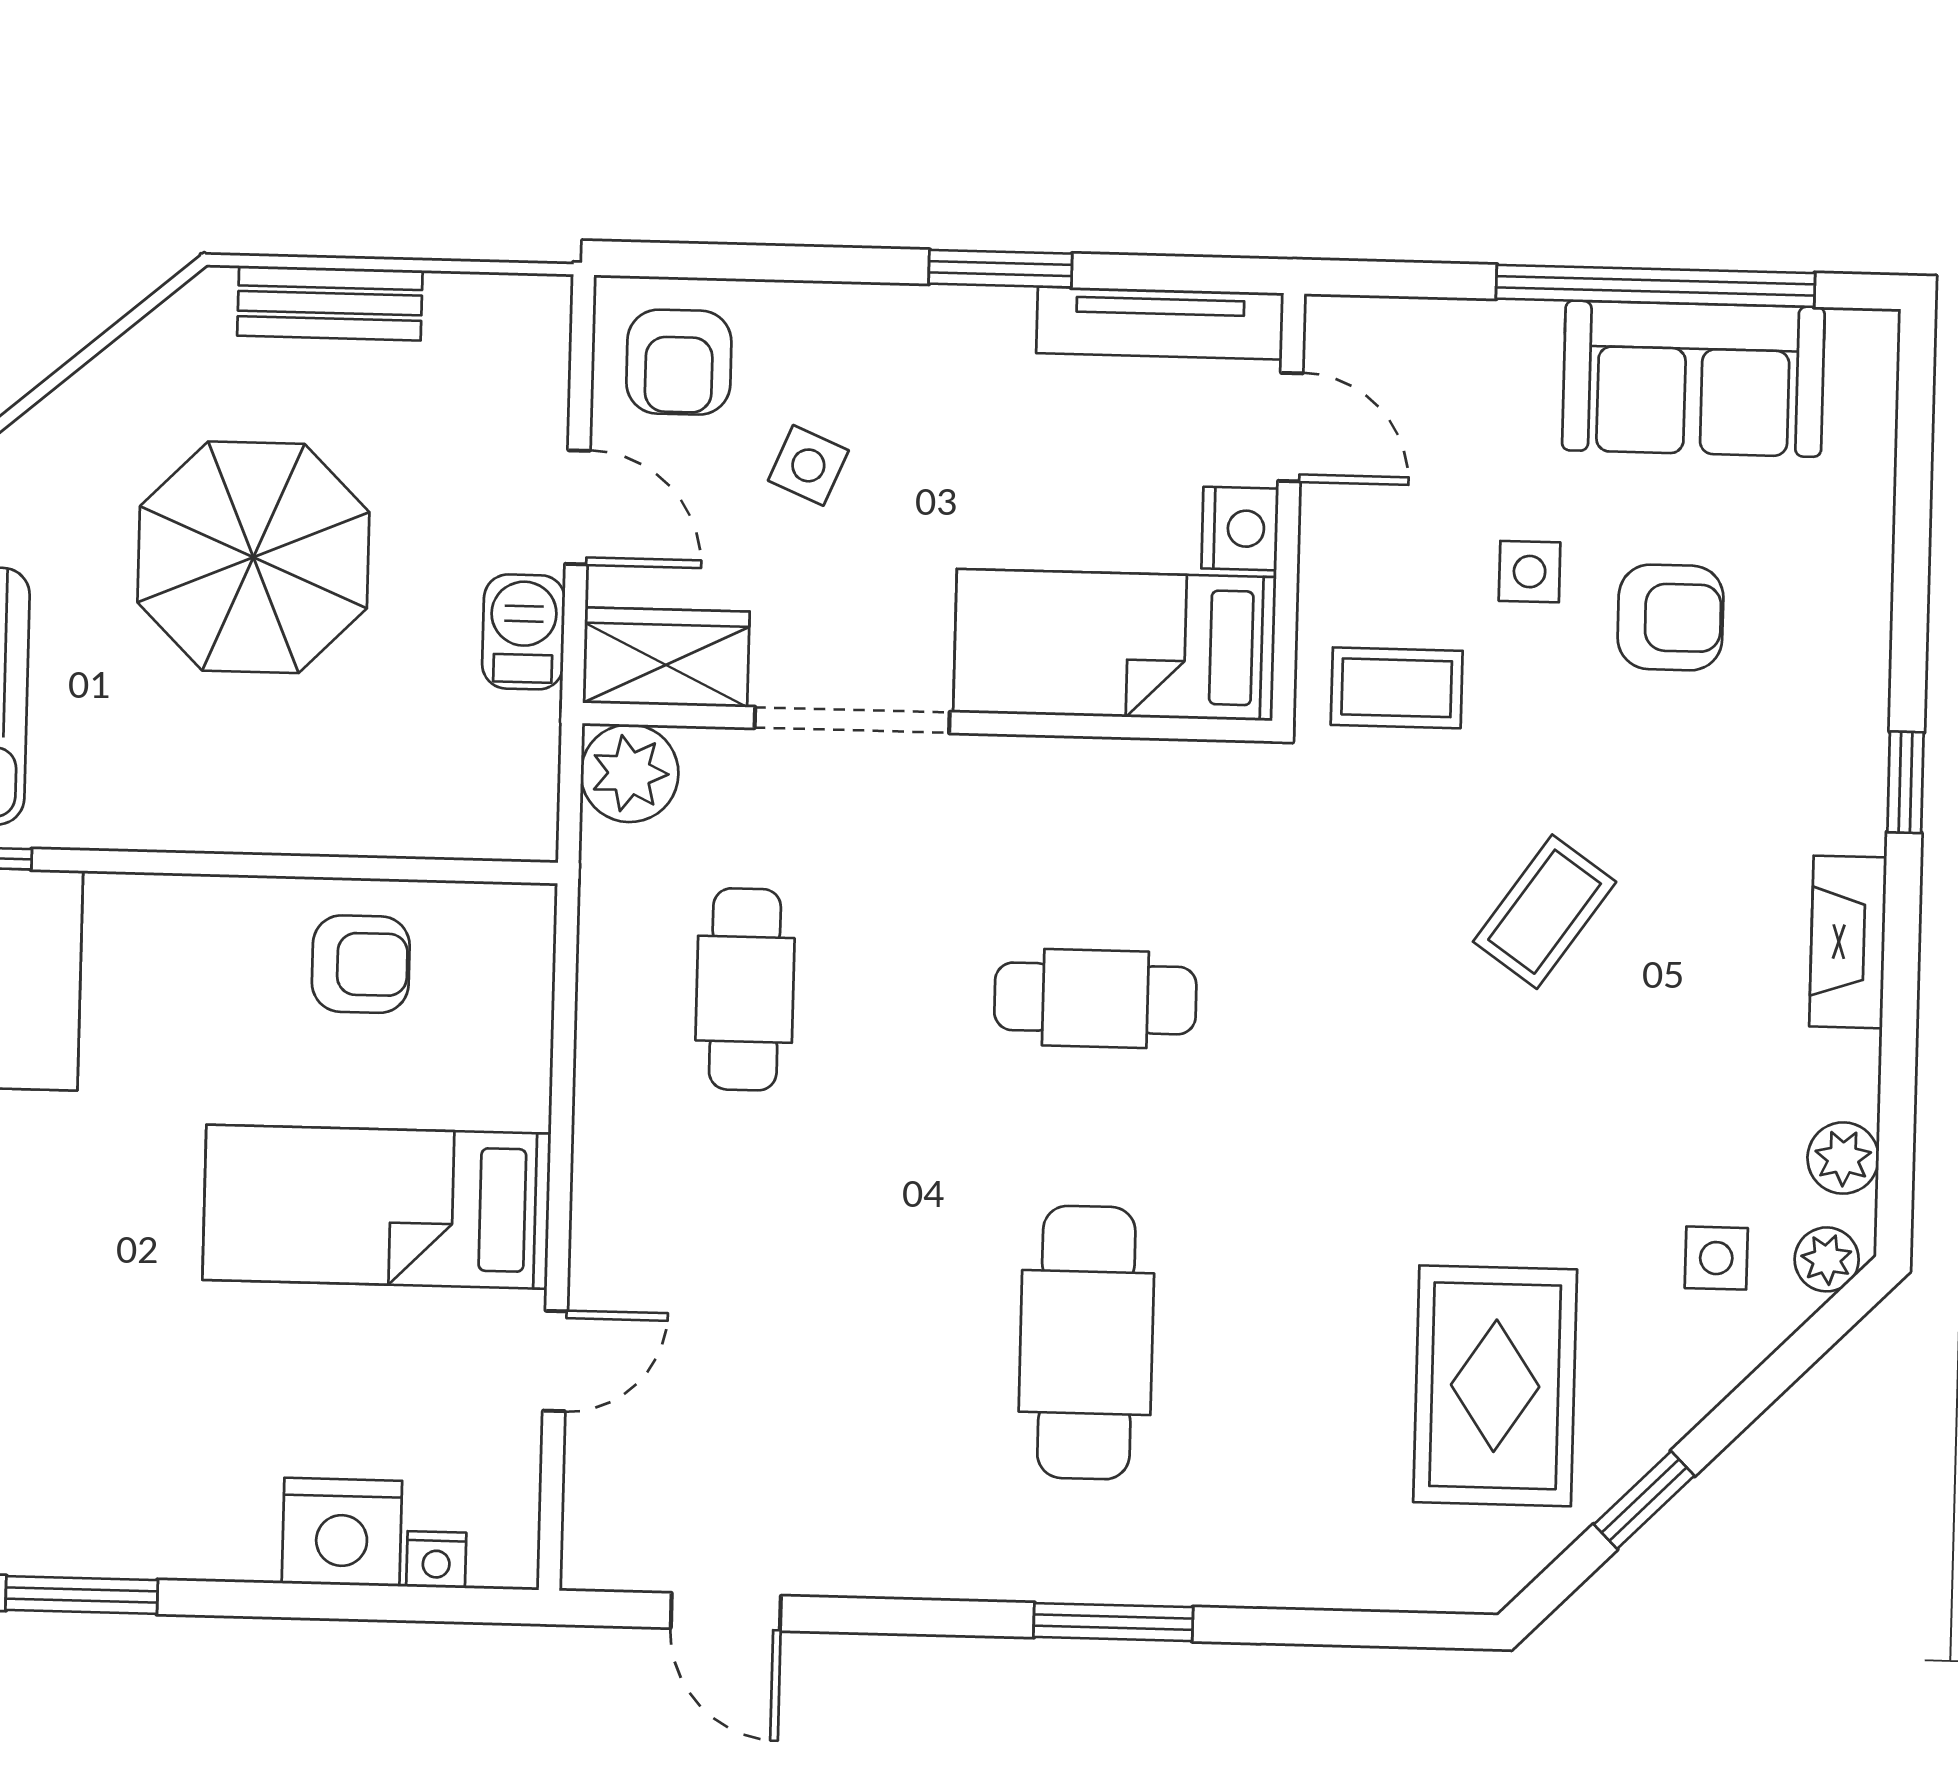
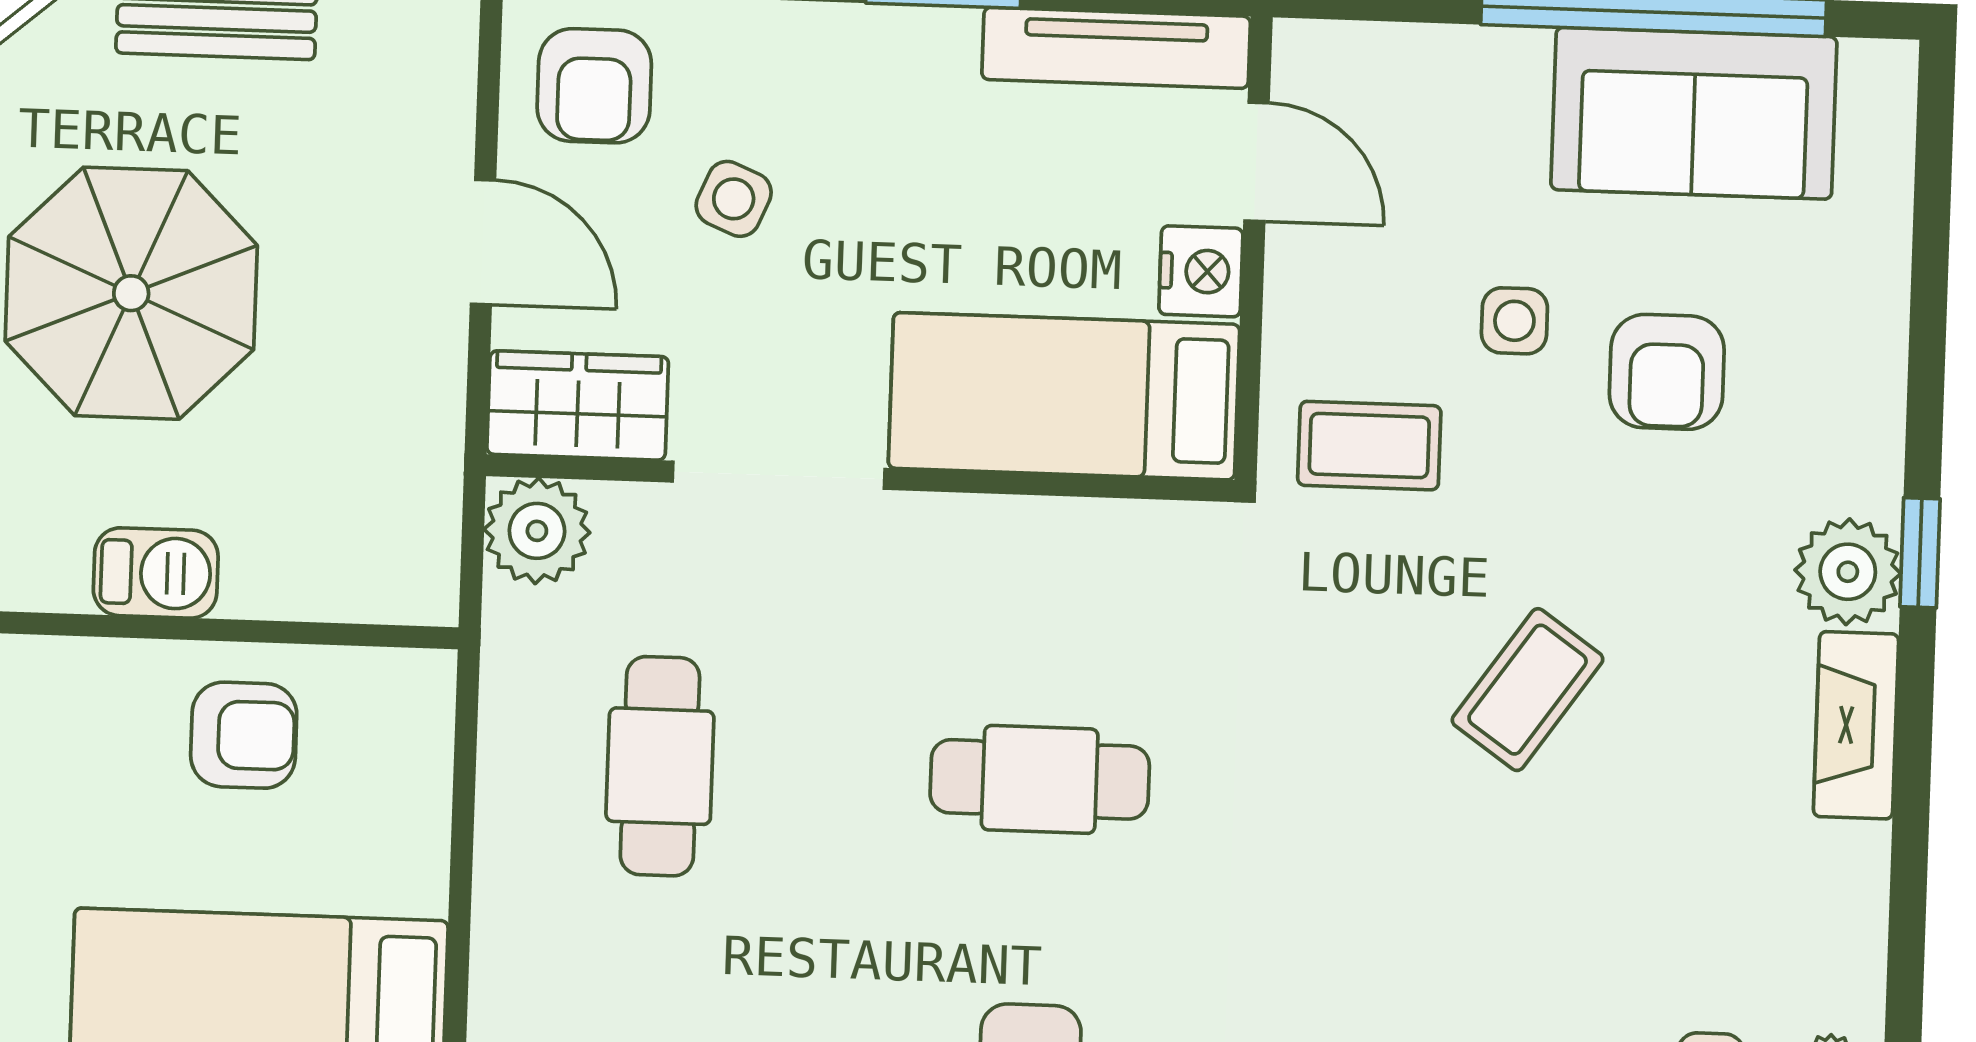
armchair: (1670, 617) -> (1667, 372), turned 90
barbecue: (524, 632) -> (156, 573), moved, turned 90
plant: (1843, 1158) -> (1848, 572), moved, width x1.38, depth x1.38

